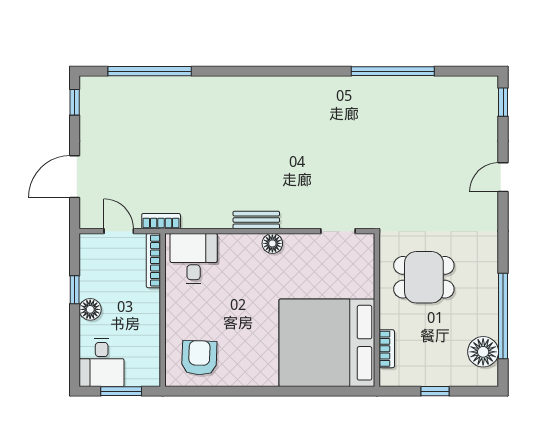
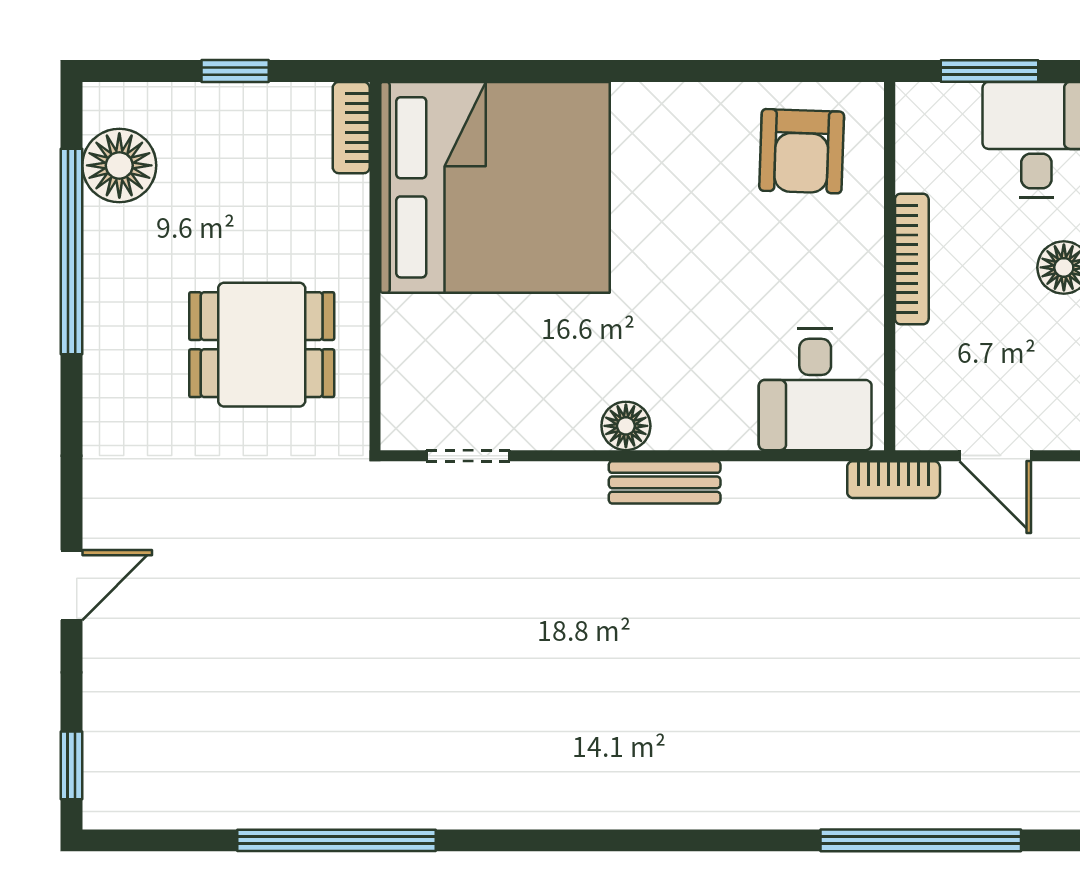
bookcase: (153, 261) -> (912, 259), moved
bookcase: (387, 349) -> (351, 128), moved

